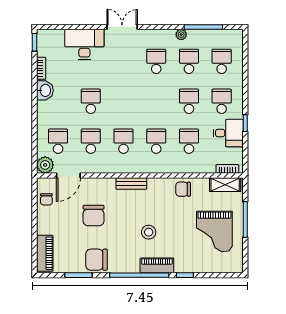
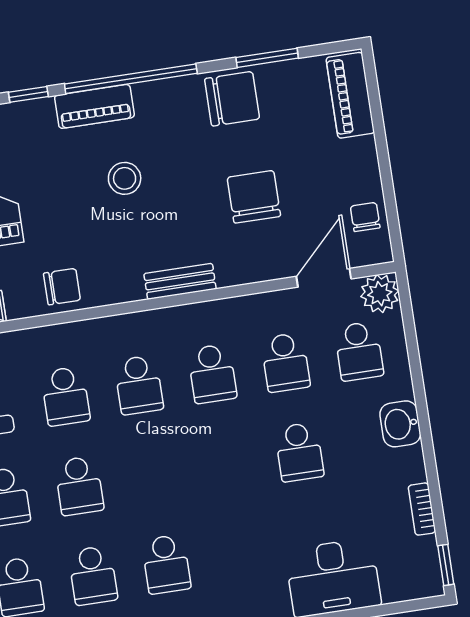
washbasin: (45, 90) -> (400, 424), moved

